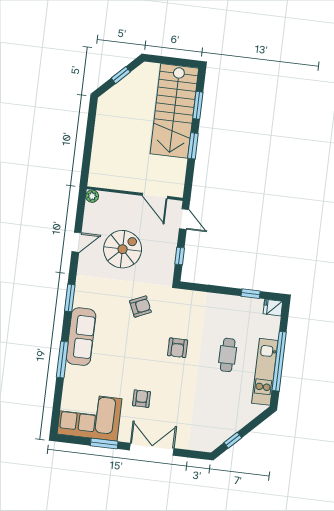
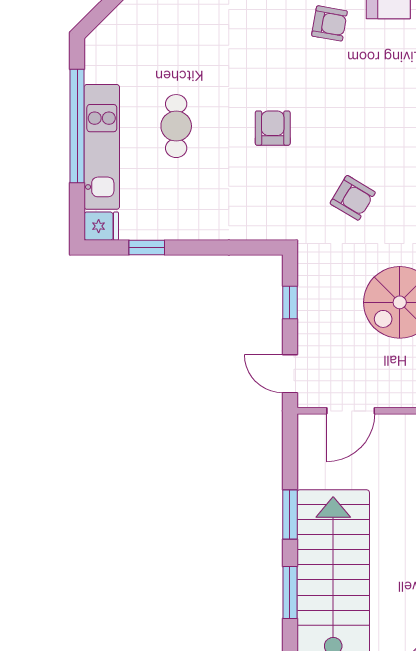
door: (155, 196) -> (351, 411), swing flipped
armchair: (140, 306) -> (353, 198), turned -125
kitchen unit: (265, 372) -> (102, 147), moved
armchair: (141, 399) -> (329, 23), turned -80

